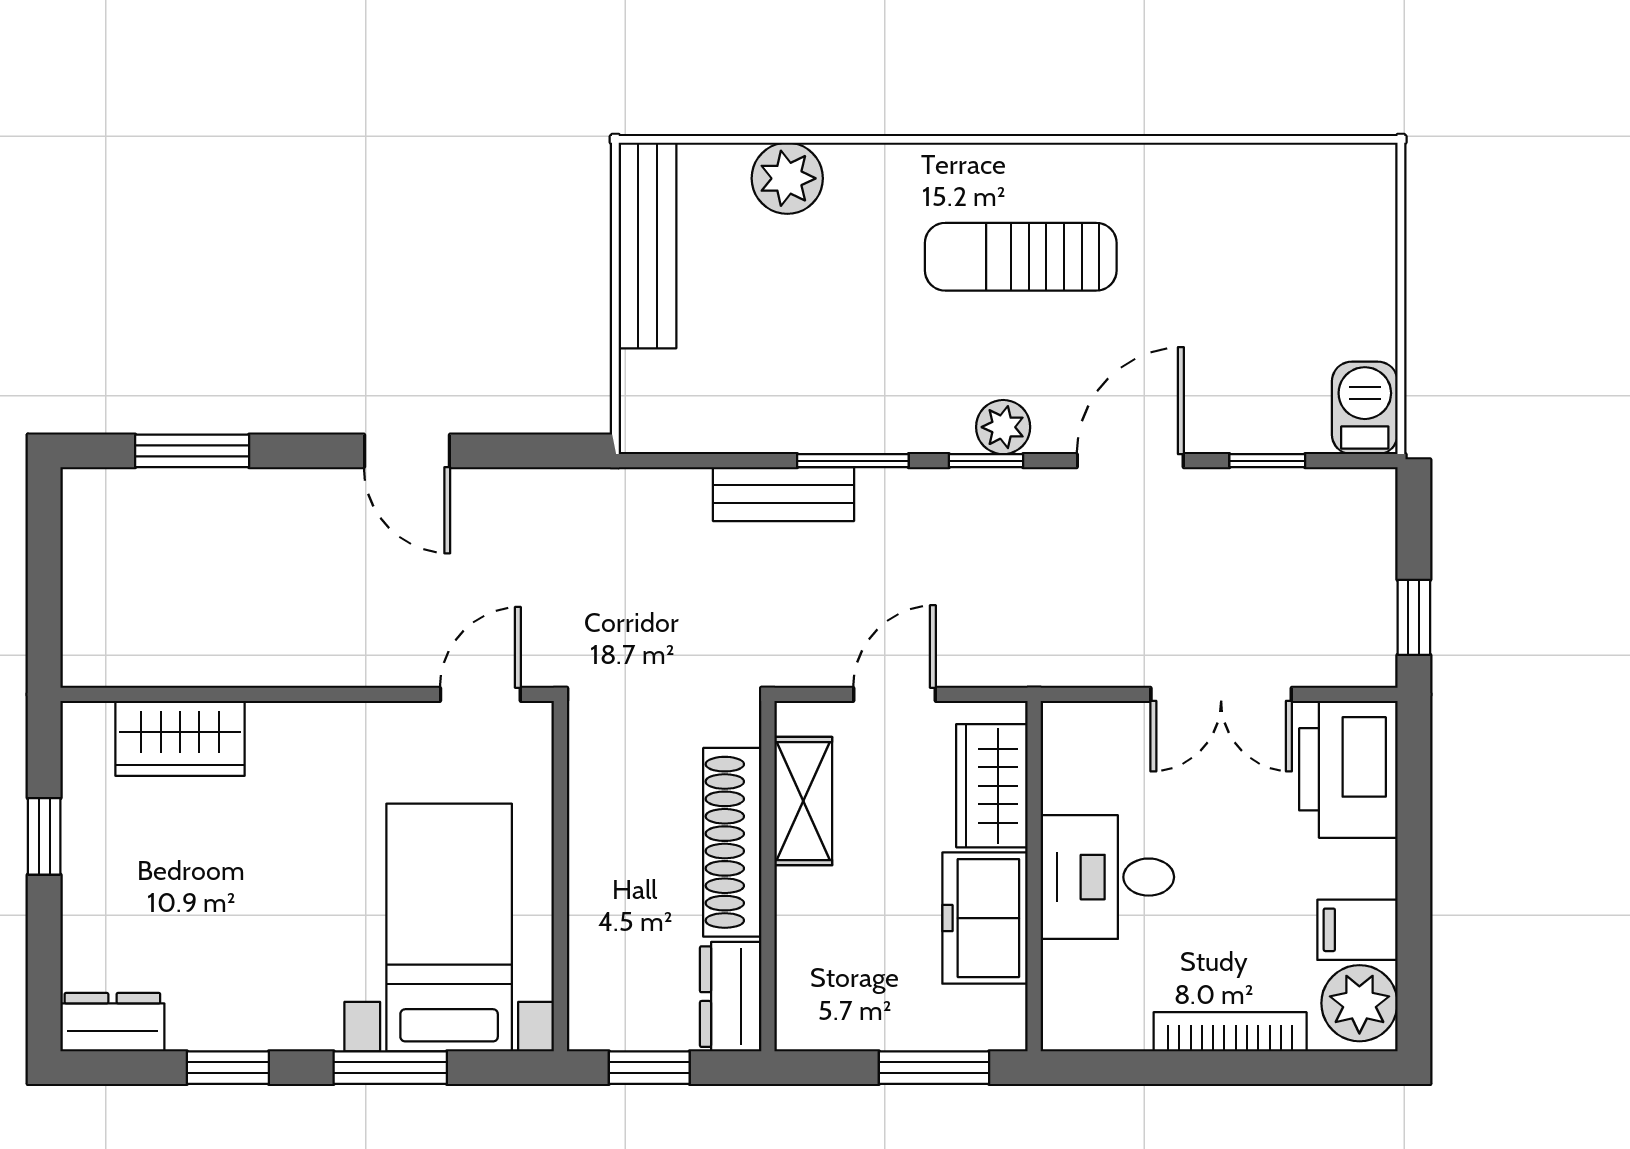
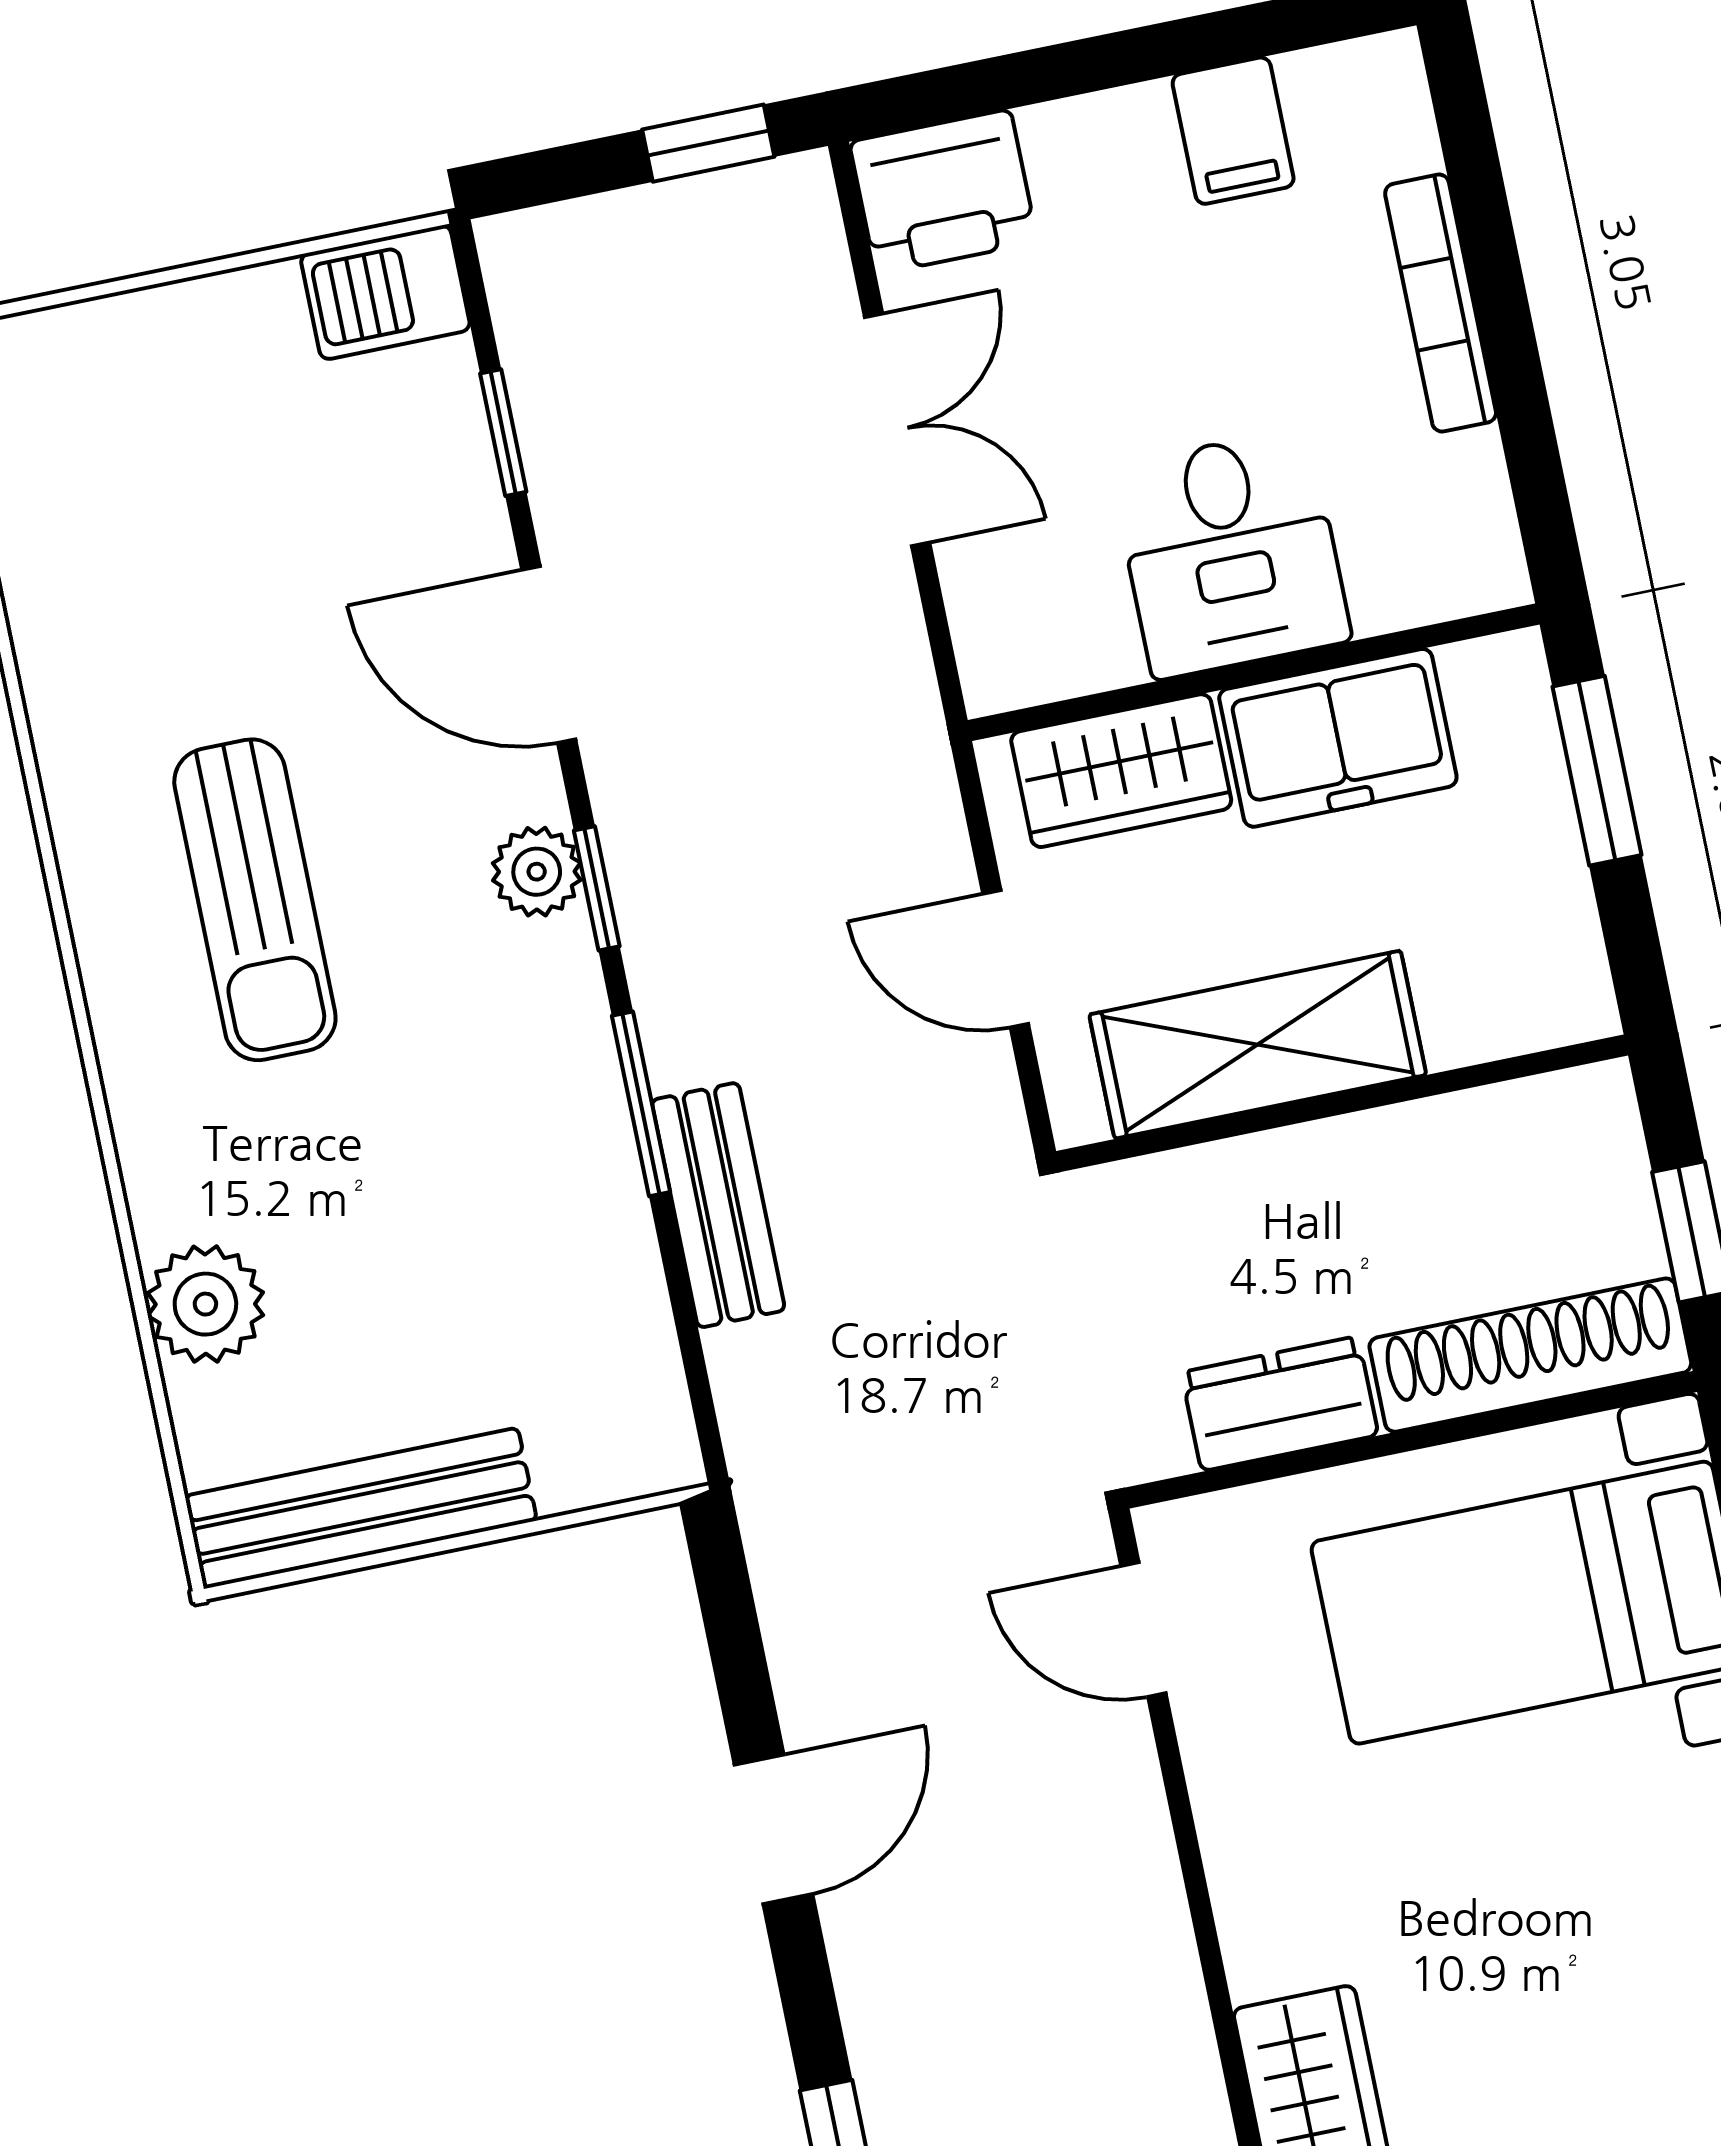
printer: (1348, 769) -> (943, 192), width x0.73, depth x0.84
shelving: (803, 801) -> (1258, 1045), width x1.50, depth x1.33
shoe rack: (732, 842) -> (1530, 1355), moved, turned 180
dresser: (731, 997) -> (1280, 1404), moved, turned 180
plant: (1359, 1003) -> (1351, 103), removed

